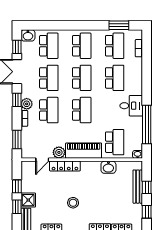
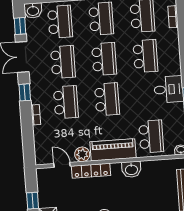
plant: (27, 104) -> (37, 96), removed
window: (17, 140) -> (28, 142), removed
door: (42, 160) -> (62, 165), swing flipped
washbasin: (108, 167) -> (131, 169), moved

